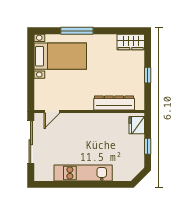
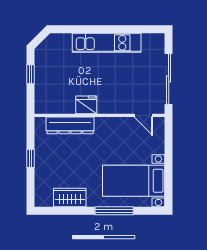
wardrobe: (131, 42) -> (70, 198), moved
door: (52, 112) -> (143, 115), swing flipped
fridge: (137, 125) -> (86, 105), moved, turned -90

